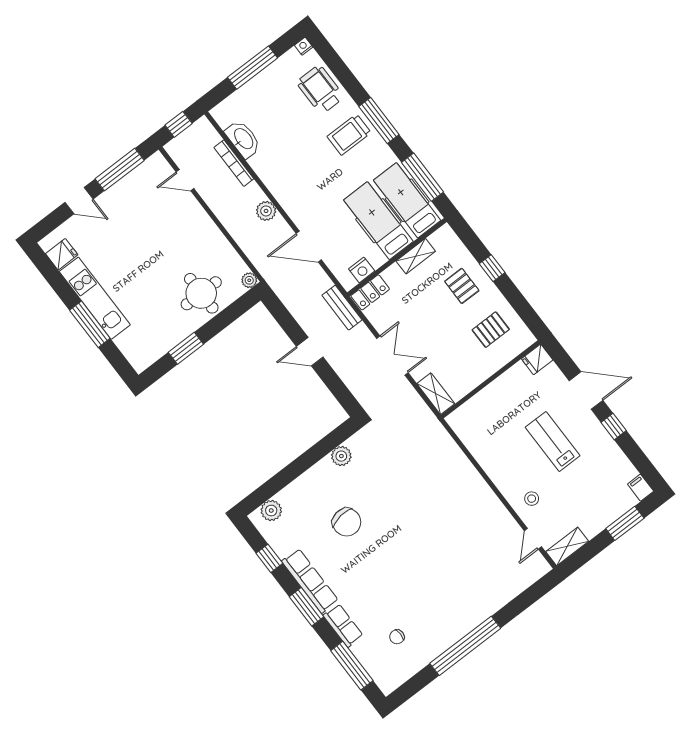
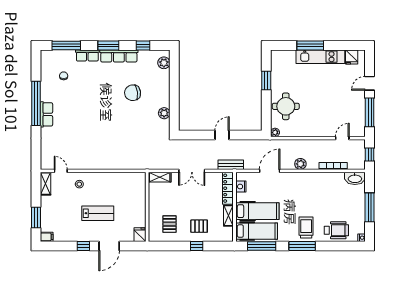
washbasin: (243, 139) -> (355, 178), moved
locker: (370, 292) -> (228, 188), width x1.53
row of seats: (469, 619) -> (46, 114), added

